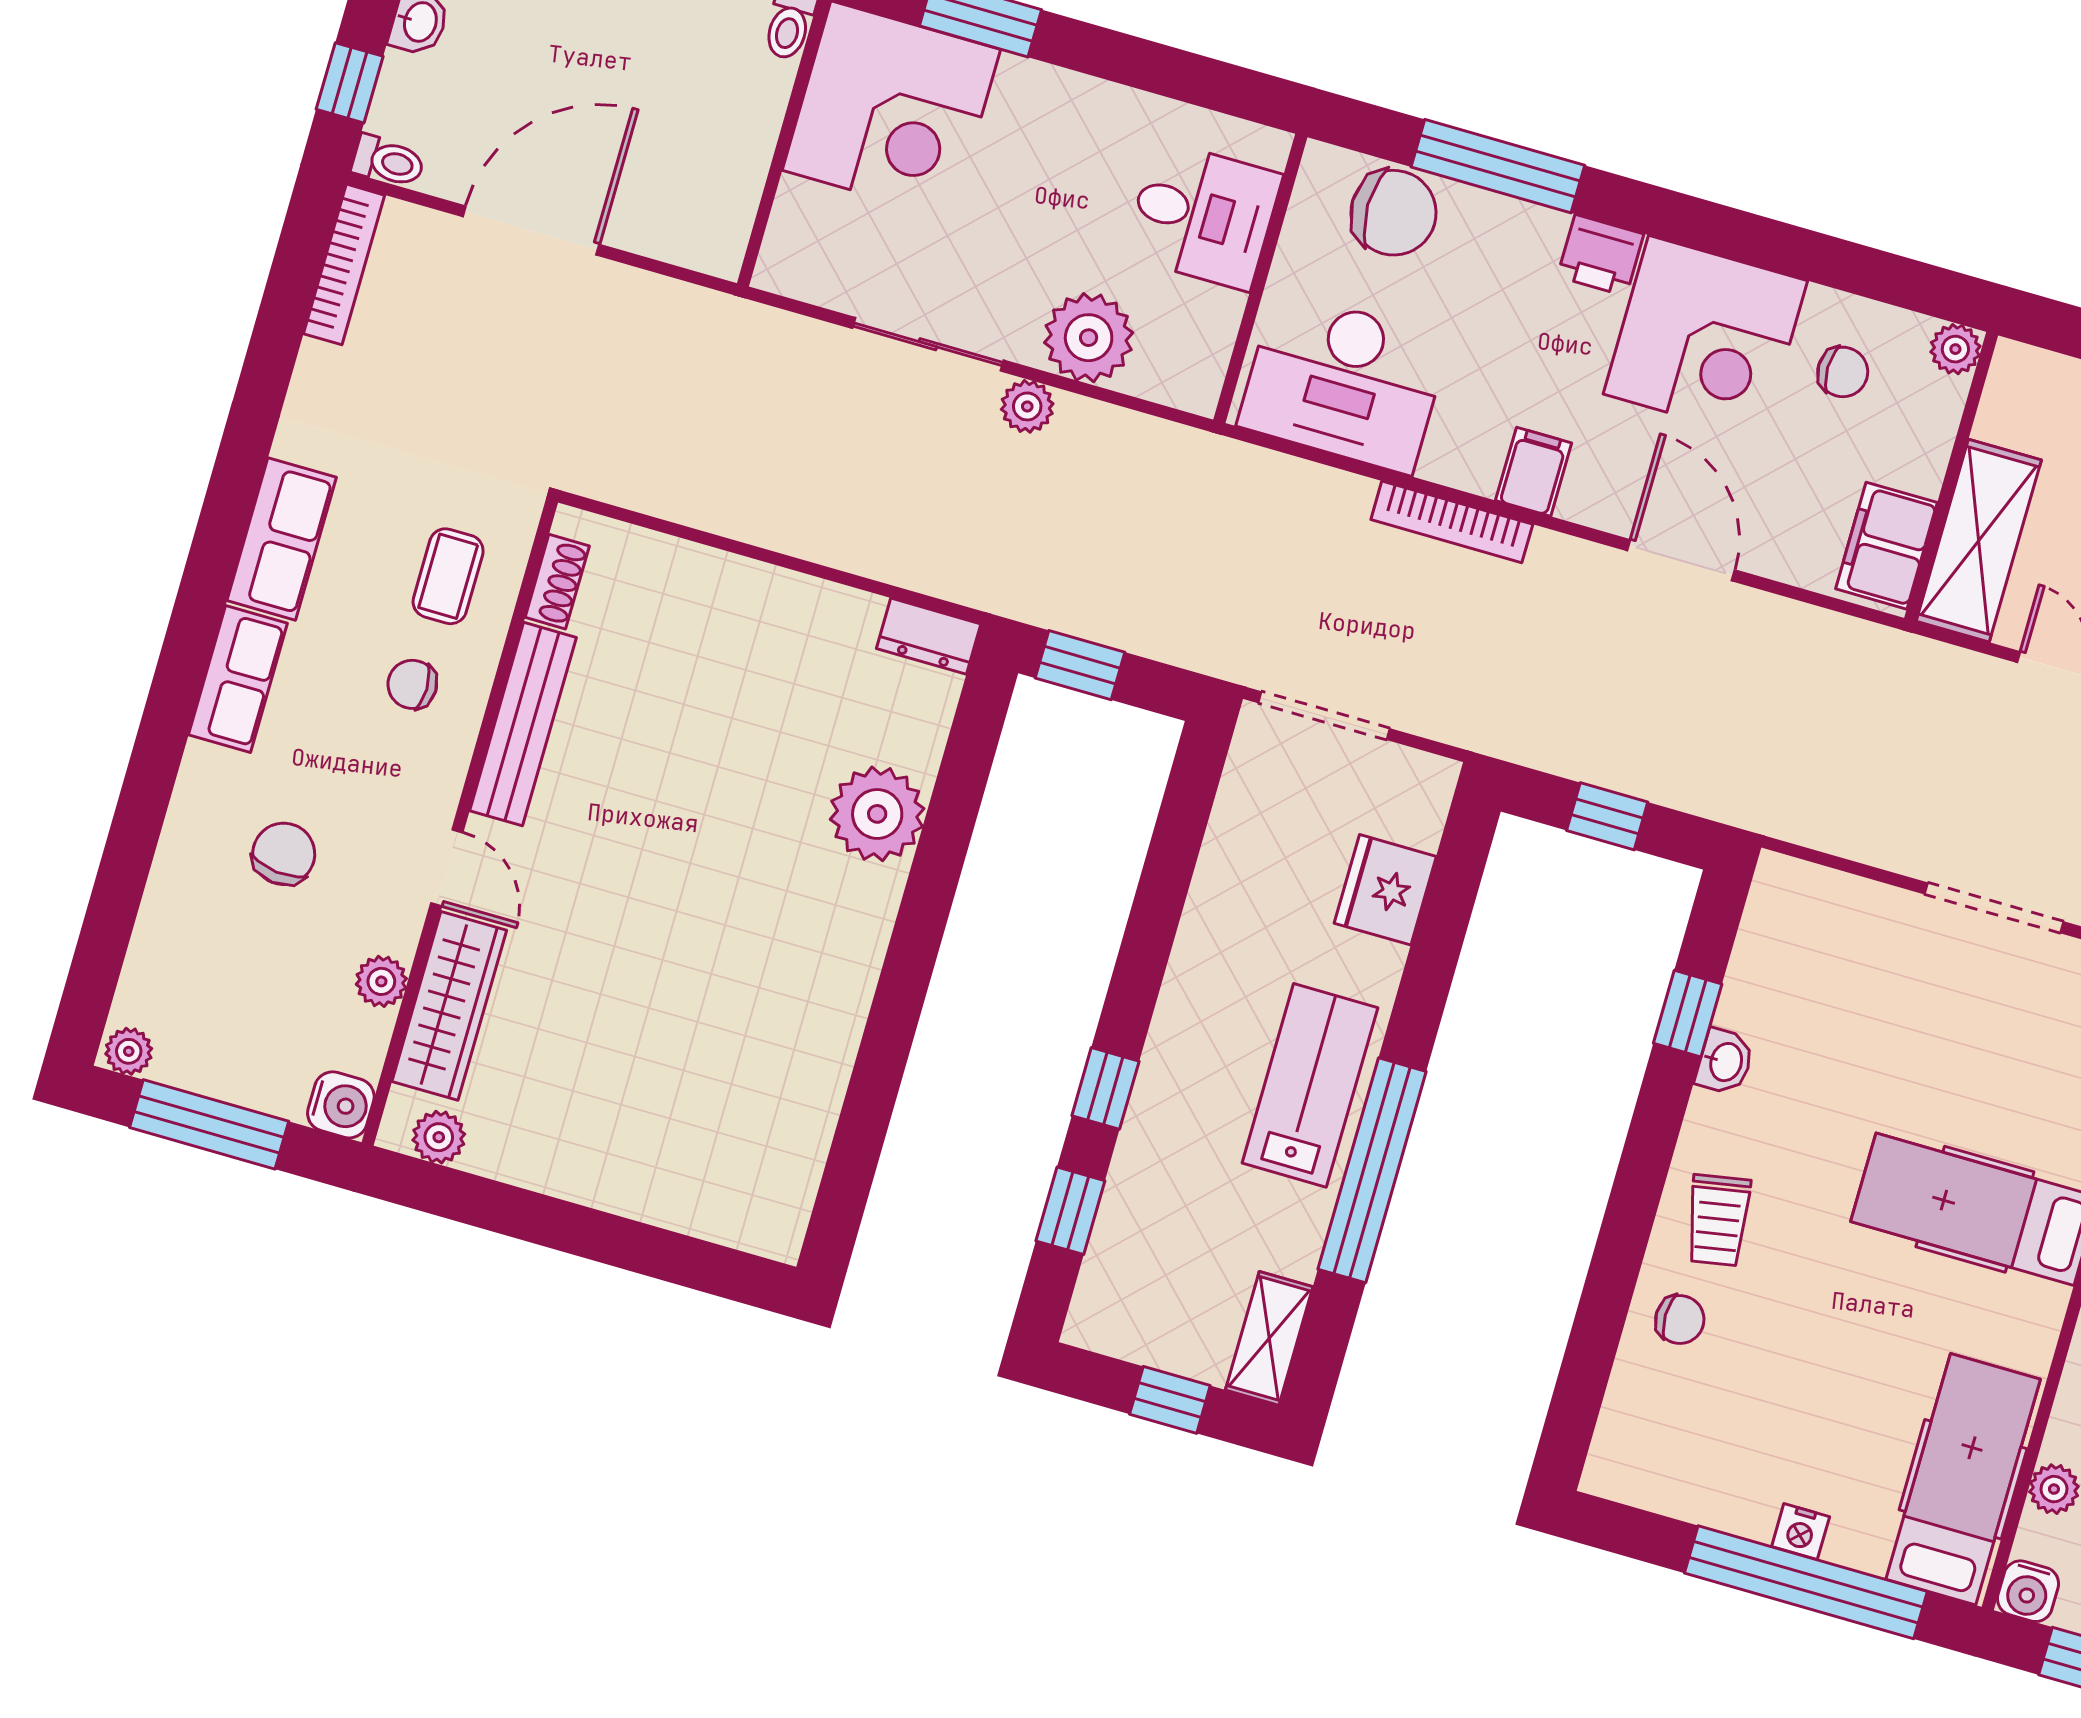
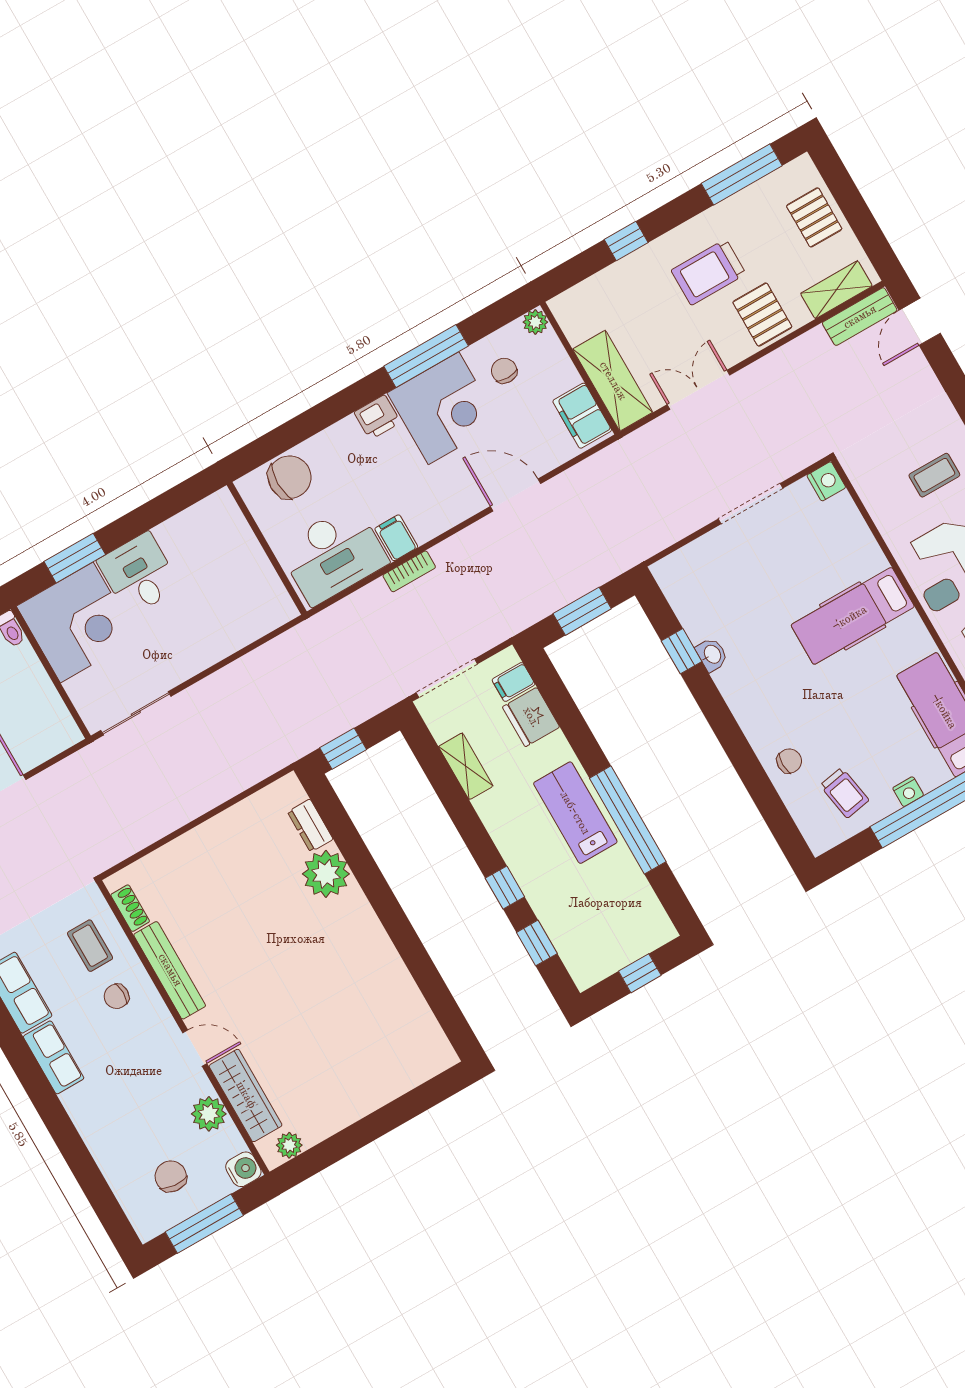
window: (1498, 166) -> (426, 356), moved
desk: (1203, 215) -> (139, 574), moved, turned -90
plant: (1089, 338) -> (228, 631), removed
sliding door: (928, 344) -> (136, 713), moved
chair: (1843, 372) -> (504, 371), turned -90
plant: (1027, 406) -> (231, 677), removed
filing cabinet: (1534, 472) -> (396, 538), moved
bookcase: (1452, 522) -> (409, 571), width x0.64
dresser: (929, 636) -> (310, 825), moved, turned 90
filing cabinet: (1411, 816) -> (514, 682), added
window: (1607, 816) -> (582, 611), width x1.50
chair: (284, 854) -> (171, 1176), moved
plant: (381, 981) -> (209, 1114), width x1.38, depth x1.38
plant: (129, 1051) -> (150, 1227), removed
trolley: (1718, 1220) -> (844, 793), moved
shelving: (1269, 1338) -> (466, 766), moved

